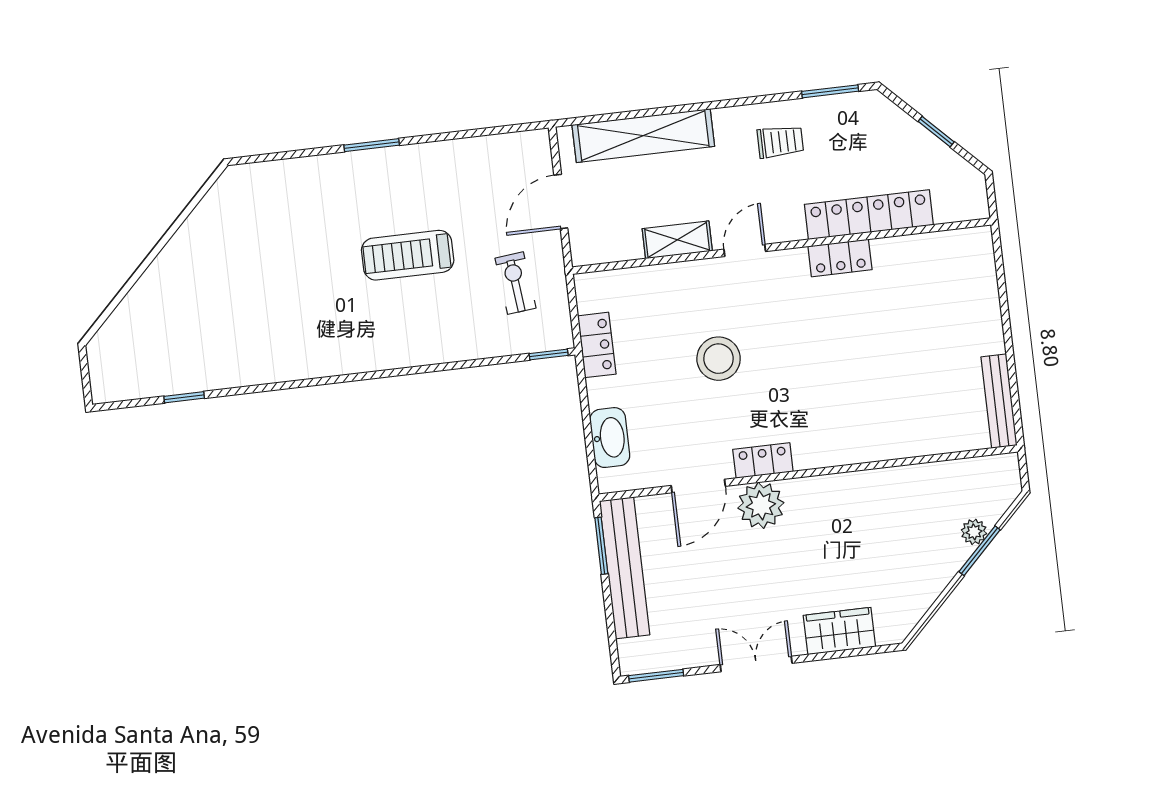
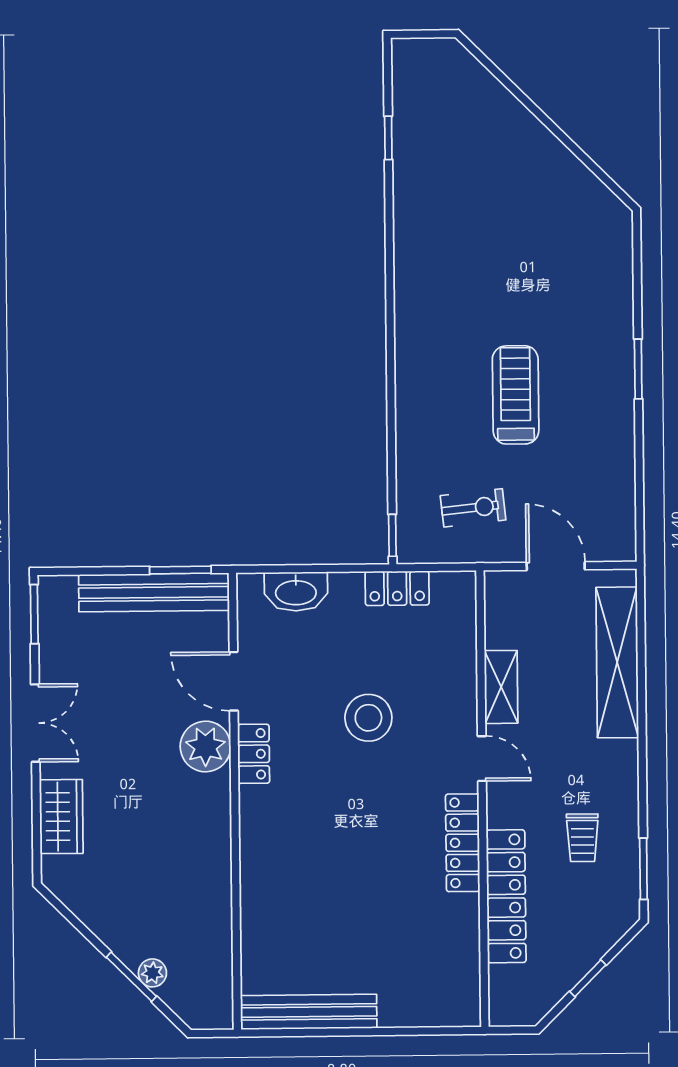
trolley: (780, 142) -> (582, 838), moved
locker: (840, 258) -> (463, 843), width x1.53
bench: (999, 401) -> (309, 1012), width x1.37, depth x1.21

